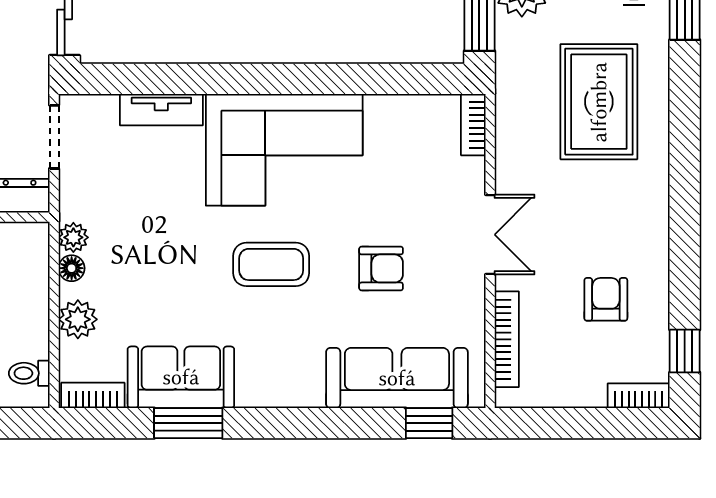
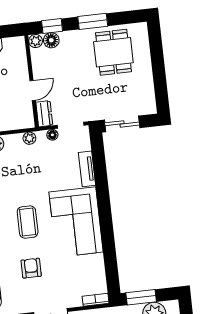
floor lamp: (72, 268) -> (52, 135), moved
armchair: (381, 268) -> (31, 268), turned 180

